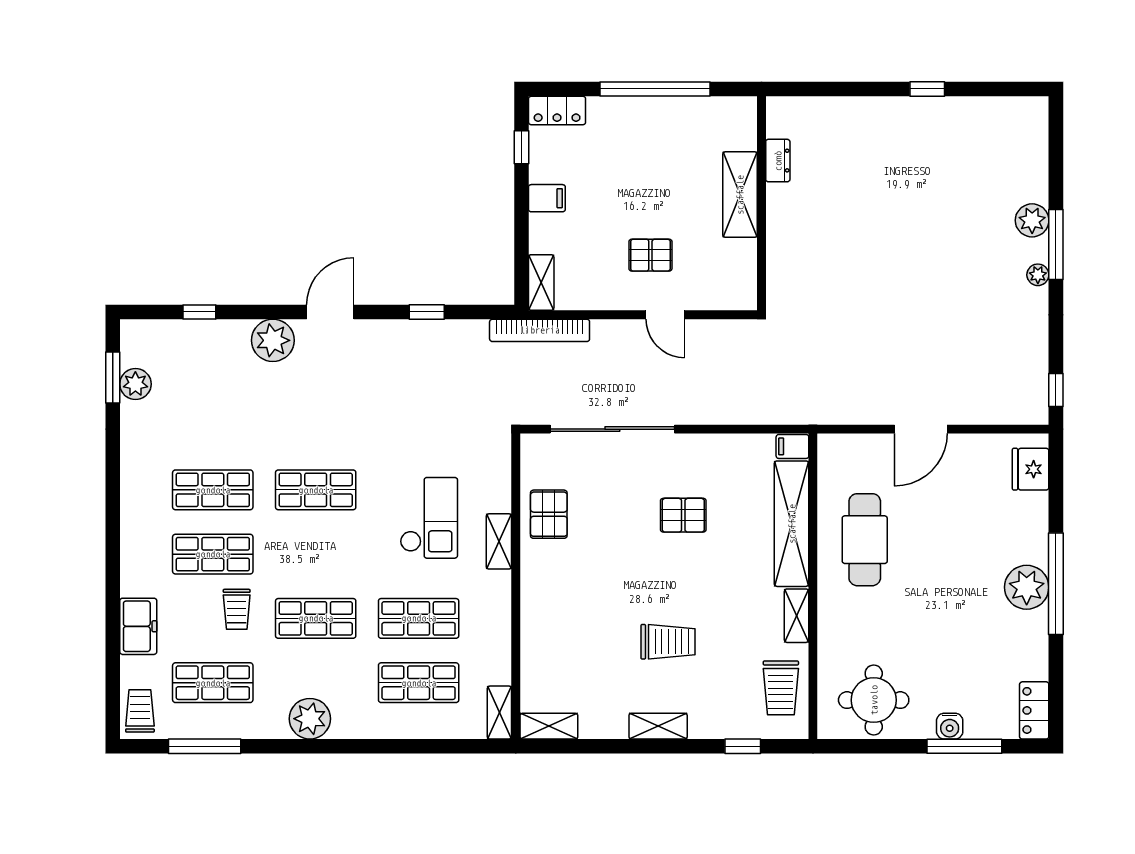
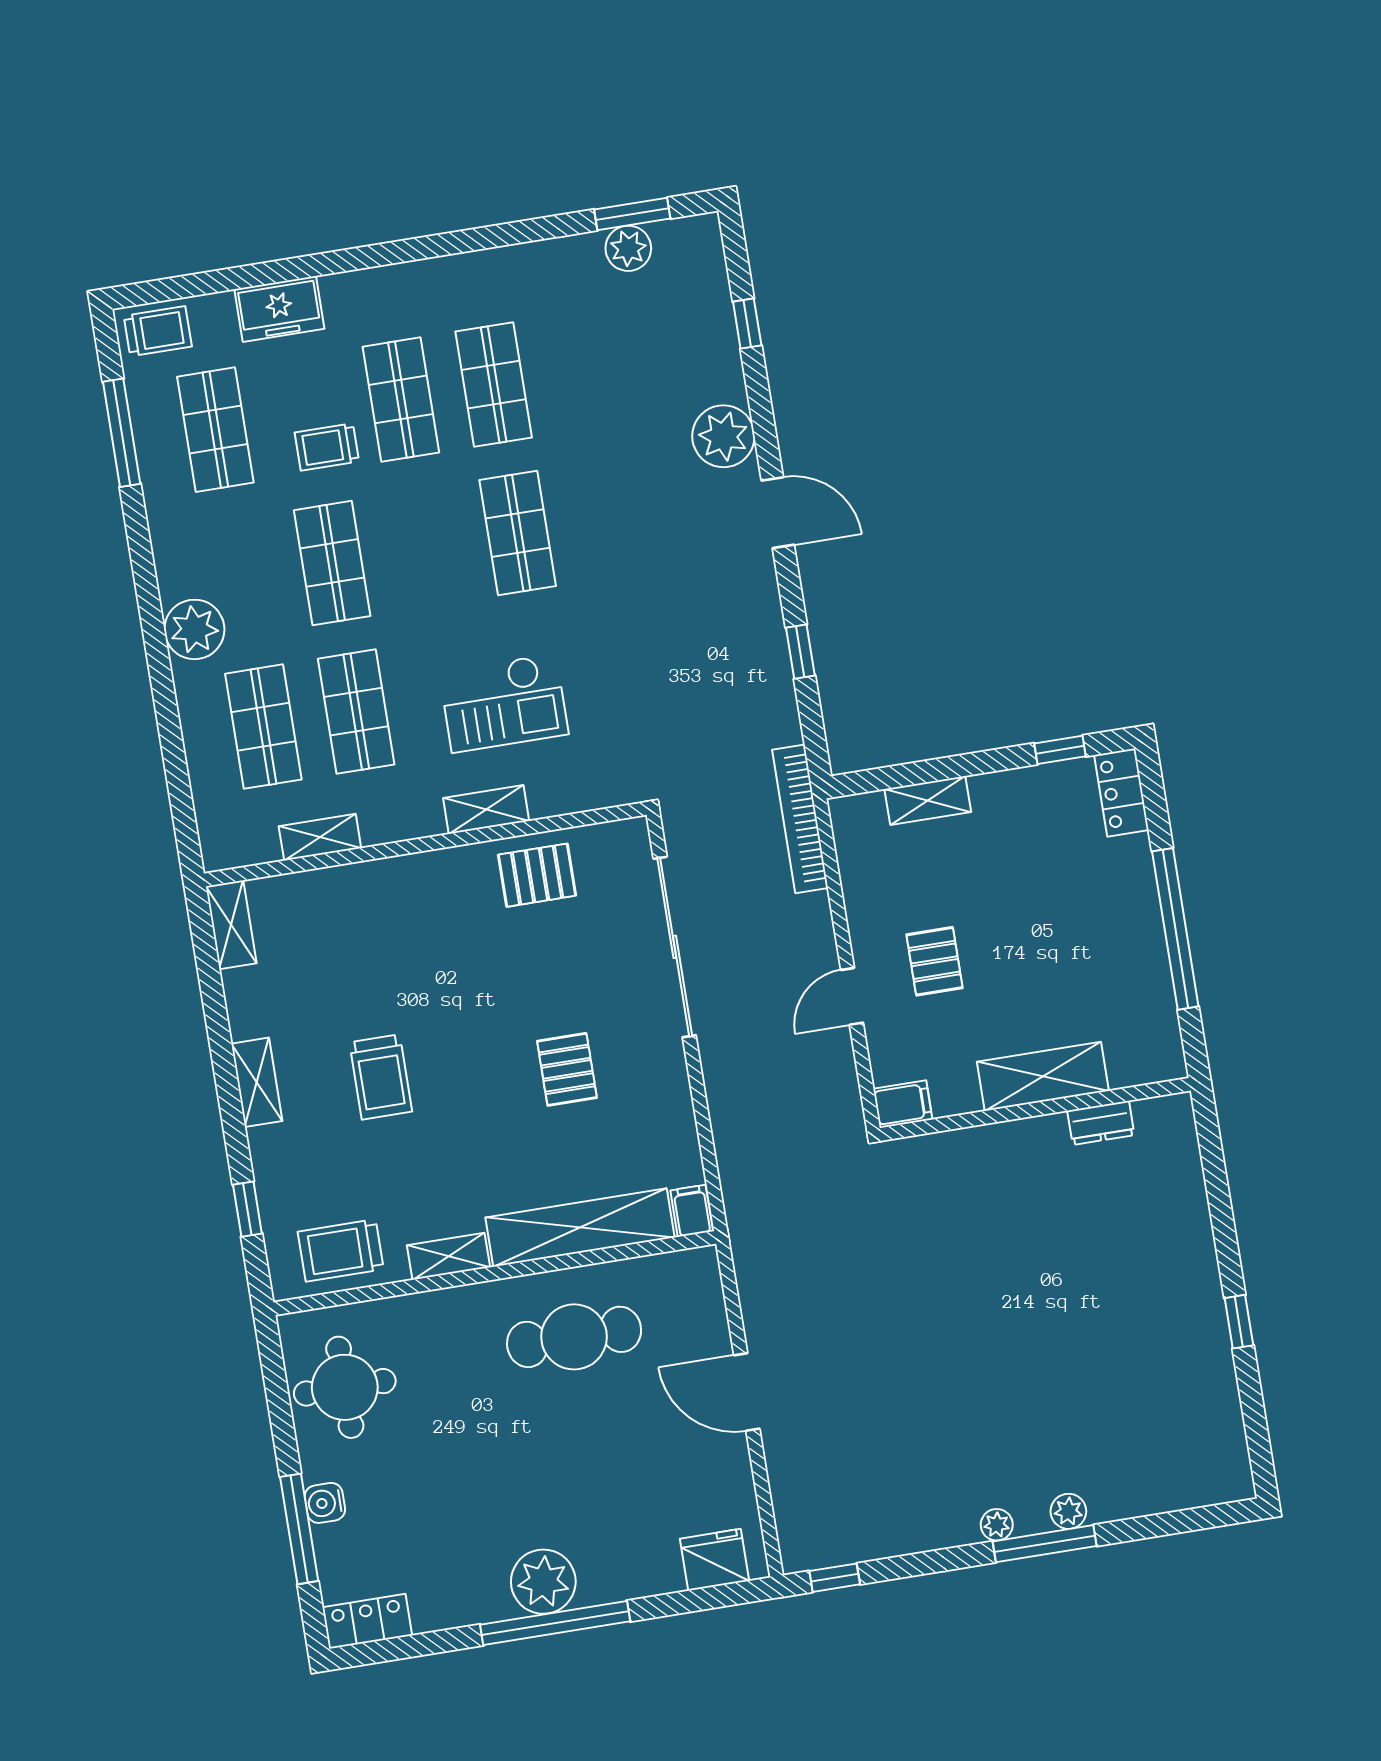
filing cabinet: (547, 198) -> (903, 1104), moved, turned -90
plant: (1032, 220) -> (1068, 1511), width x0.73, depth x0.73
shelving: (541, 282) -> (928, 801), moved
shelving: (499, 713) -> (320, 837), moved
plant: (310, 719) -> (194, 629), moved

